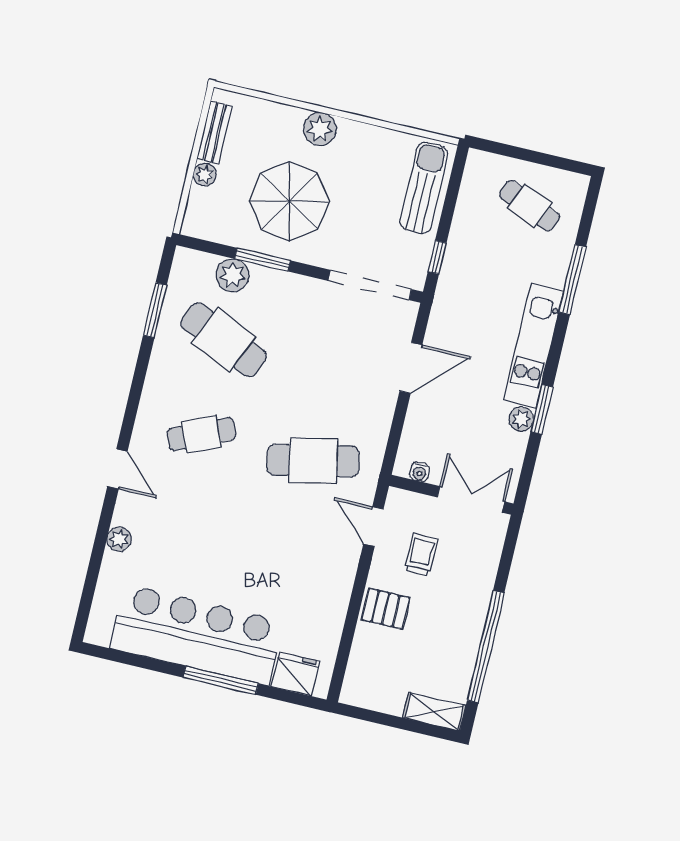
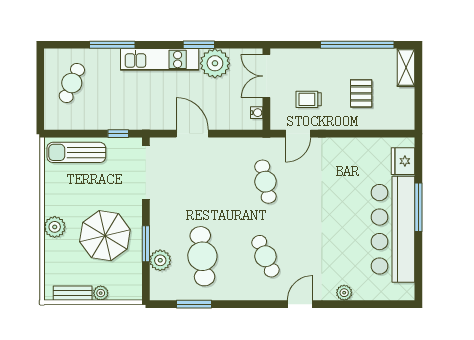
cafe table: (224, 340) -> (202, 256), turned -30
plant: (521, 419) -> (215, 63), width x1.87, depth x1.87
cafe table: (313, 461) -> (265, 182), width x0.73, depth x0.74
pallet: (386, 609) -> (361, 93), moved

